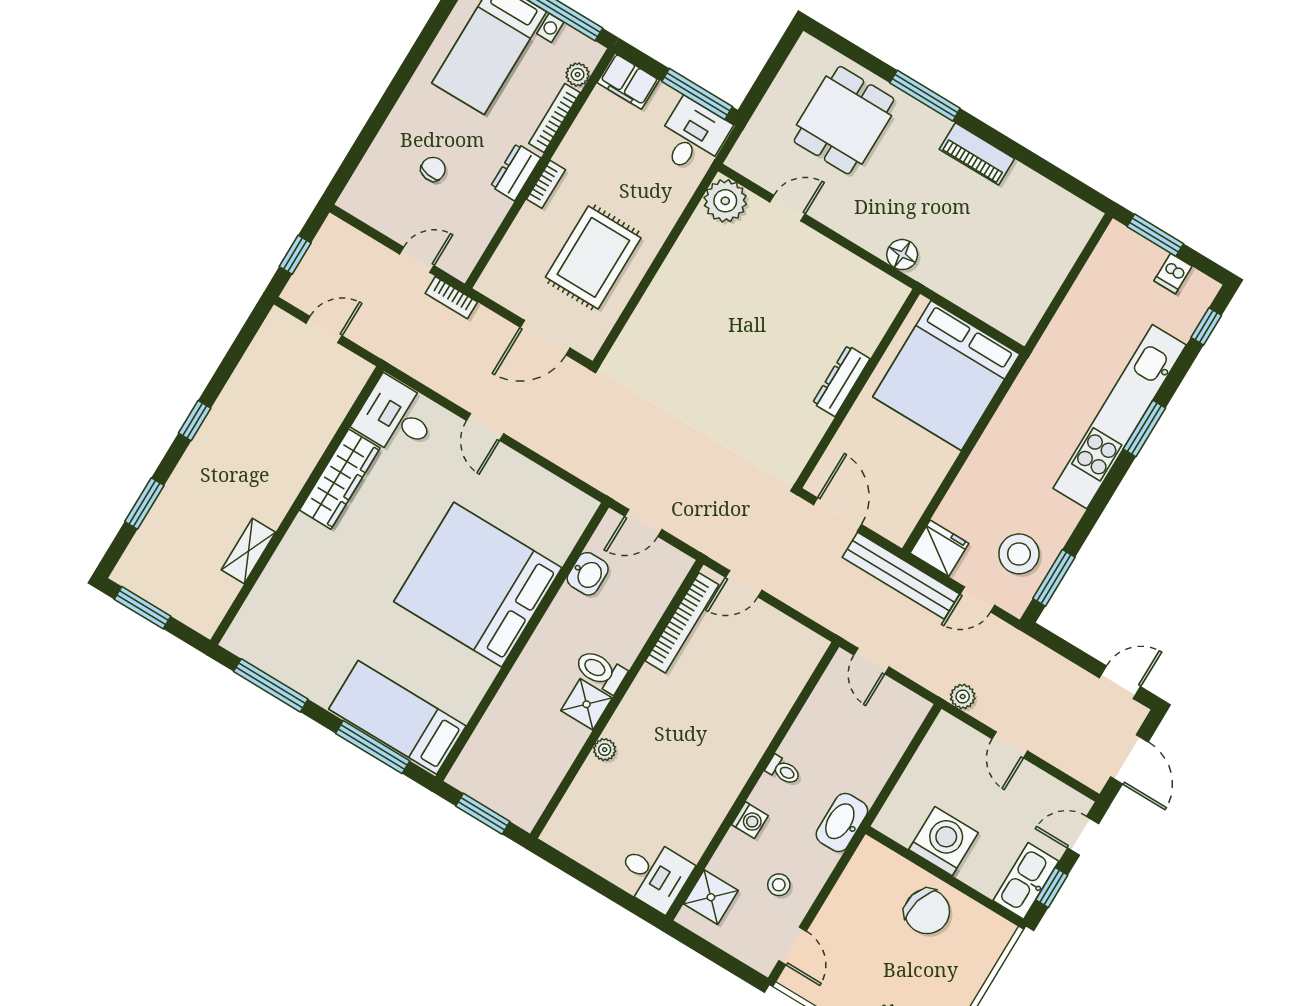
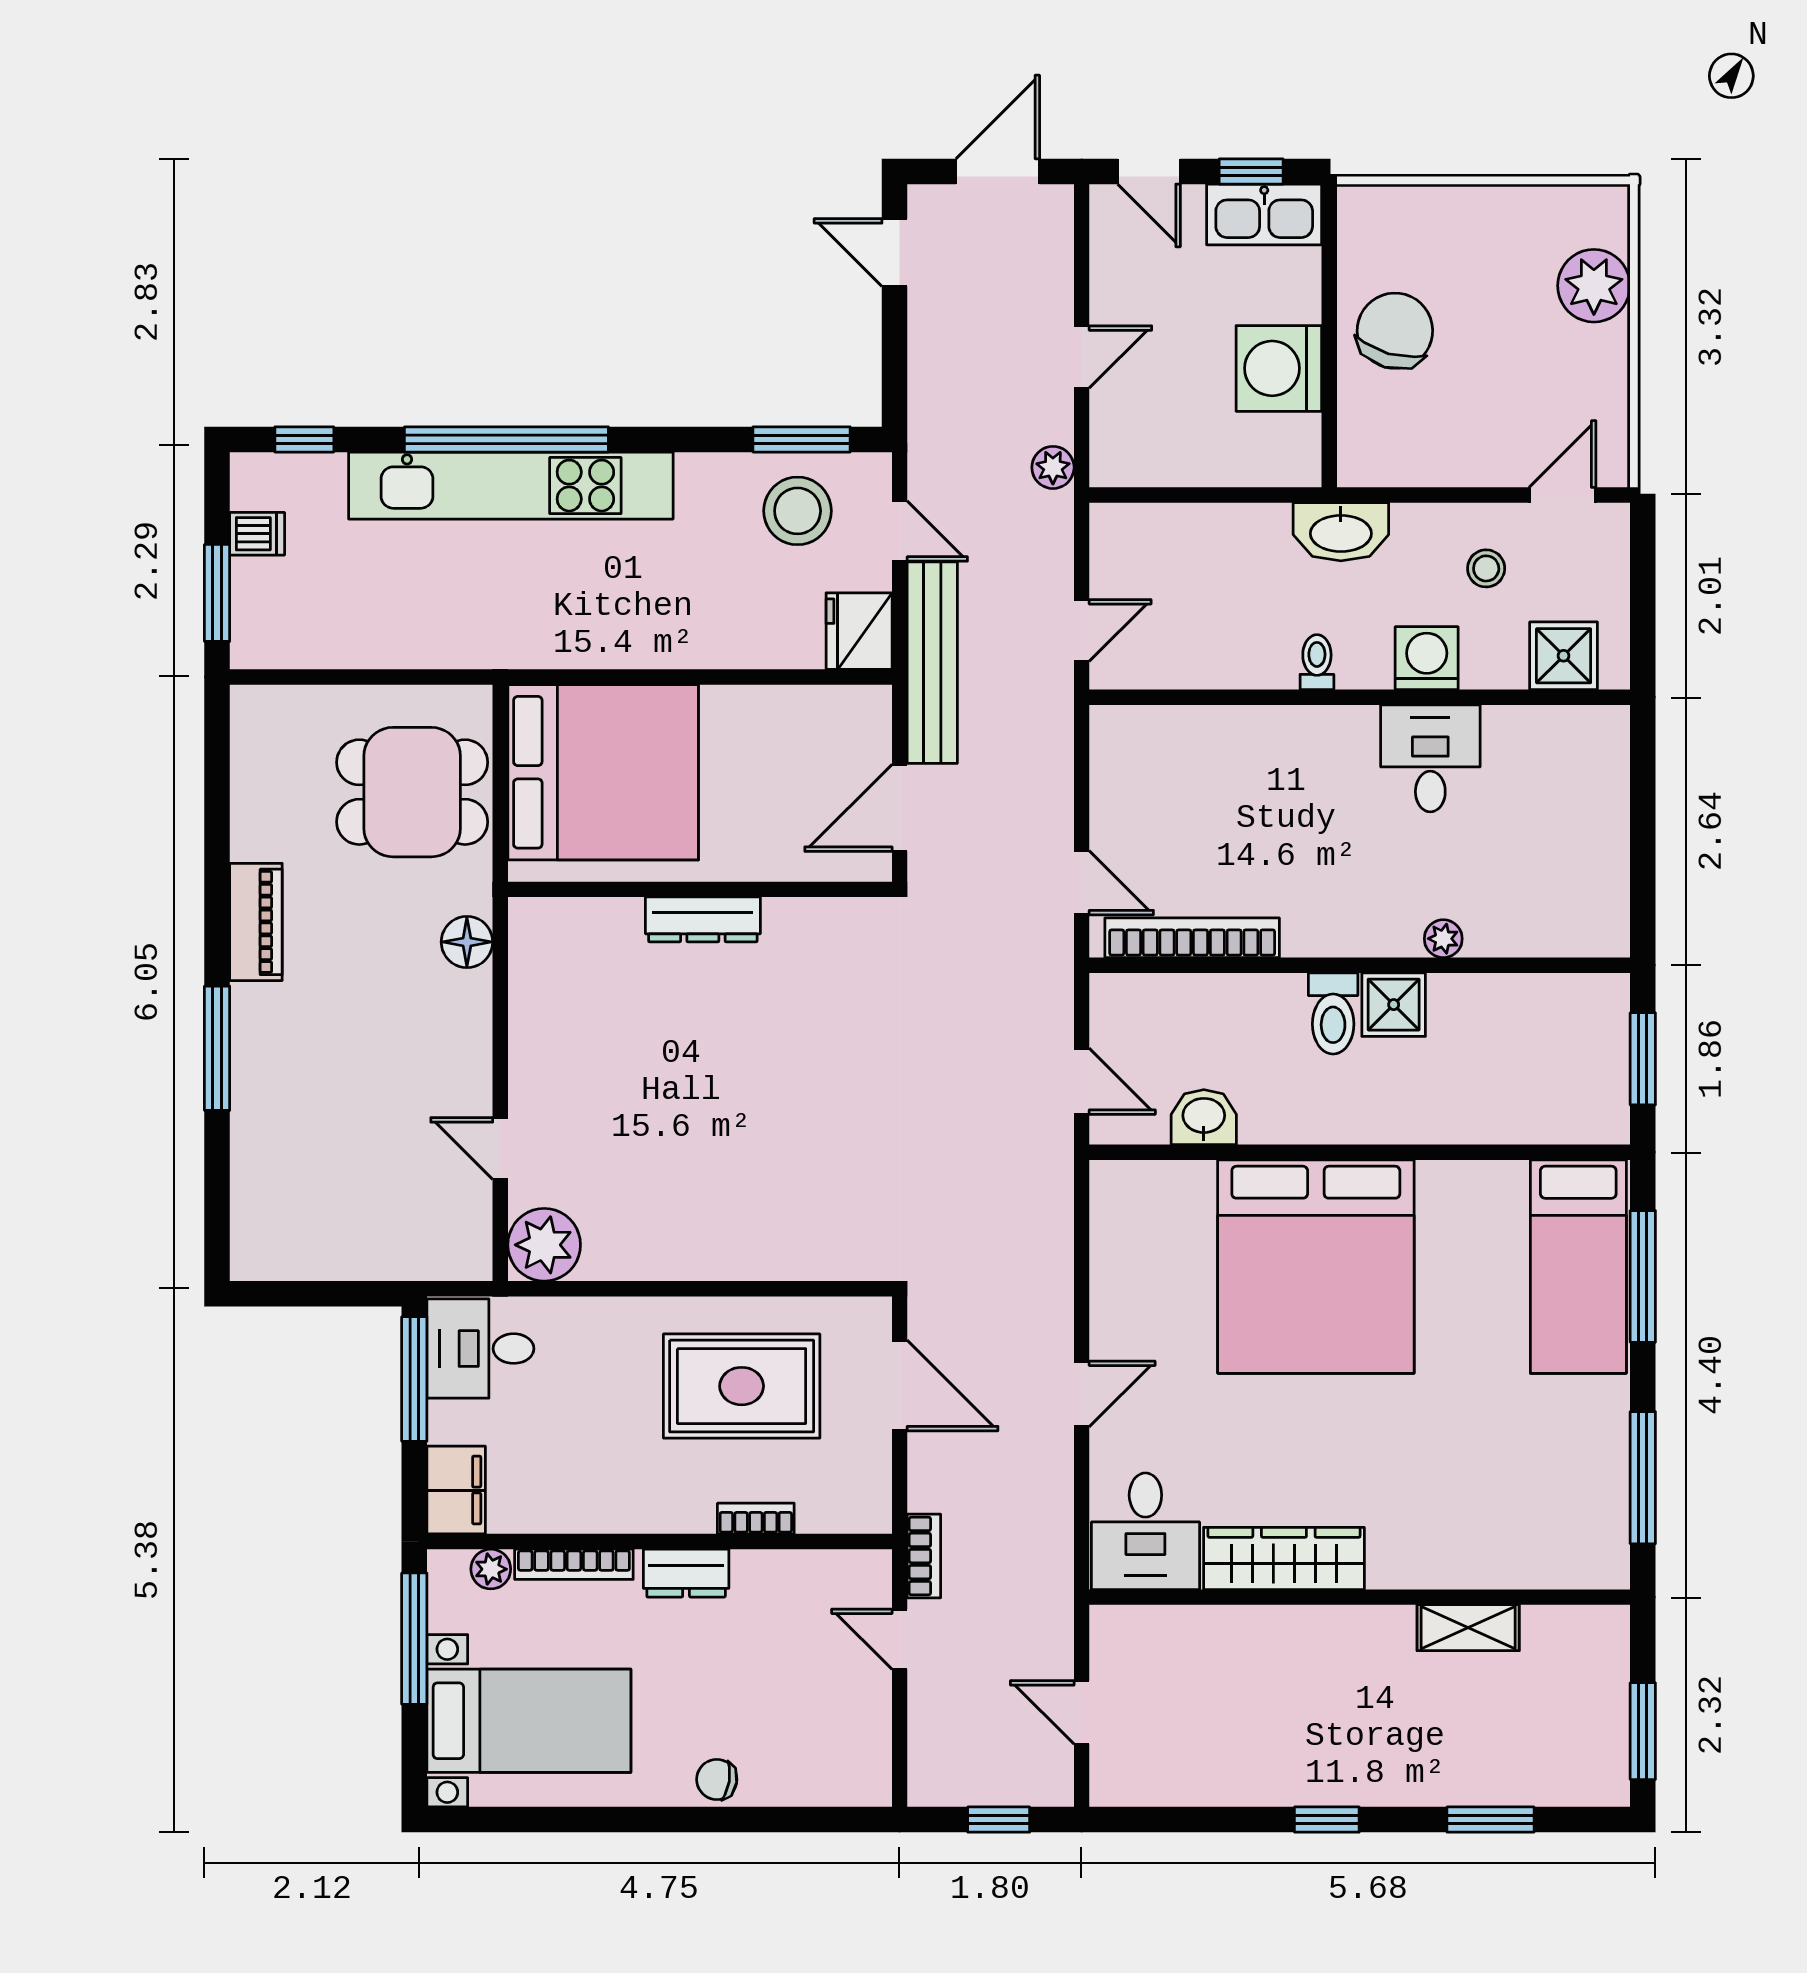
dining table: (844, 120) -> (412, 792), moved
chair: (433, 169) -> (717, 1779), moved
bookcase: (546, 184) -> (756, 1519), moved
window: (1144, 429) -> (506, 439), width x2.11
washing machine: (750, 820) -> (1427, 658), width x1.38, depth x1.38
desk: (654, 874) -> (1430, 758), moved

